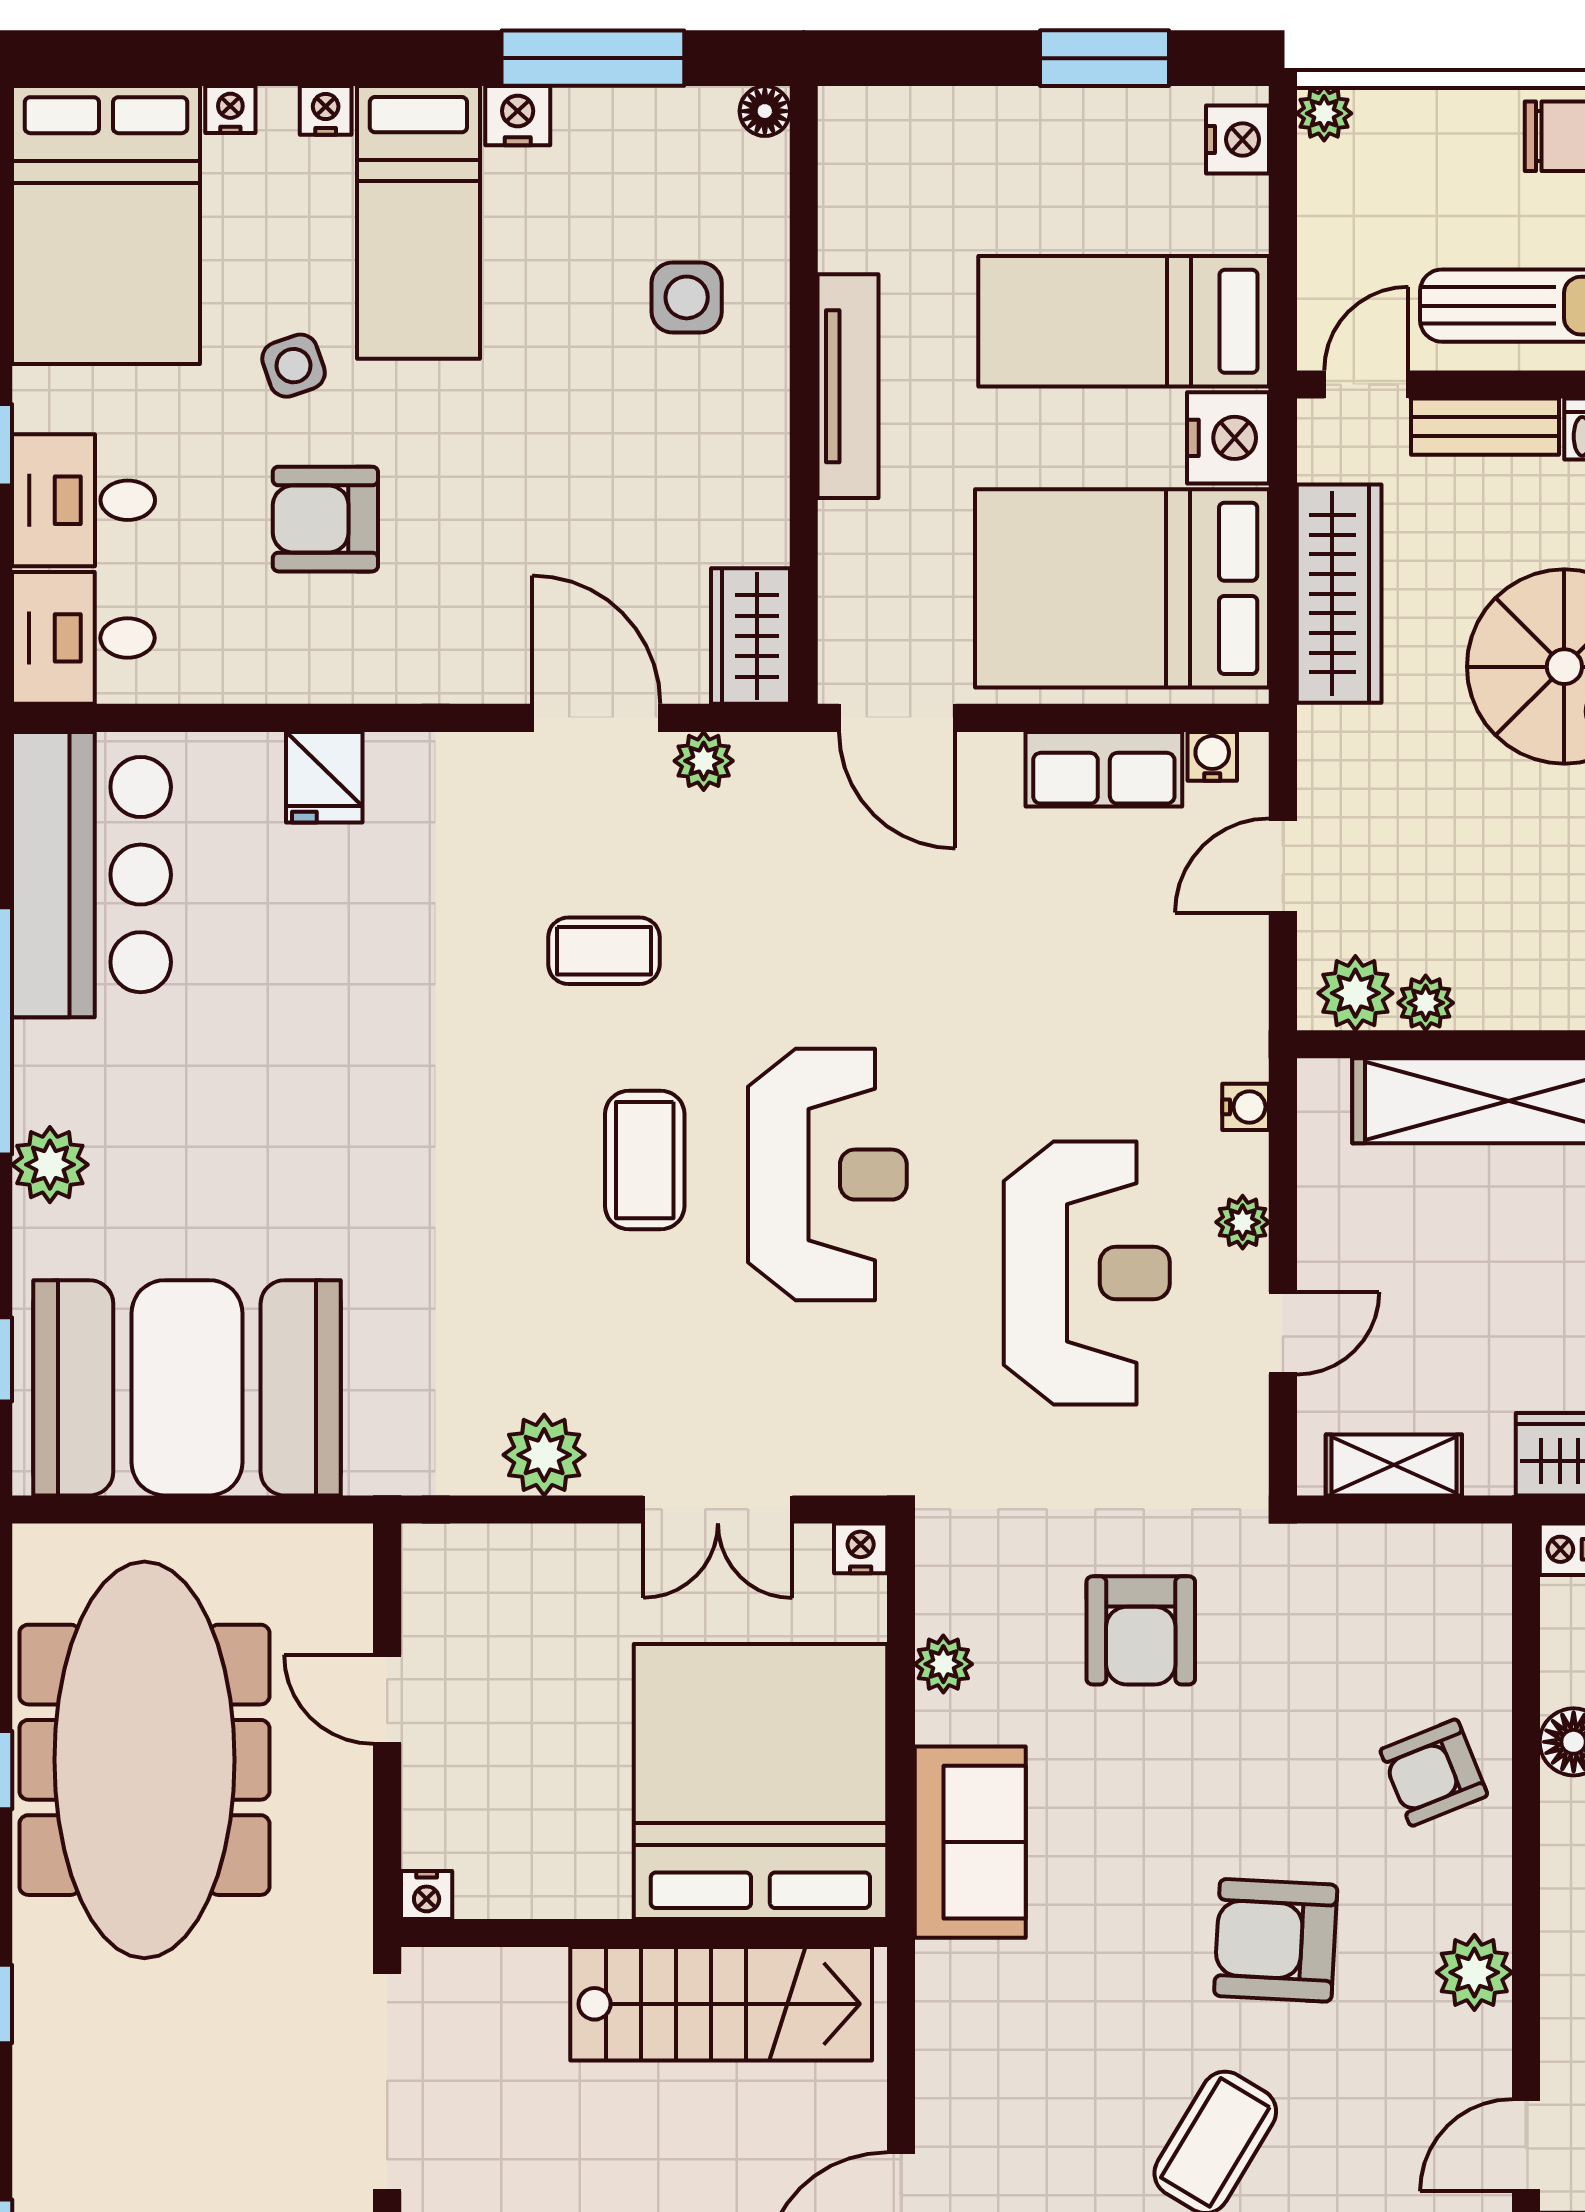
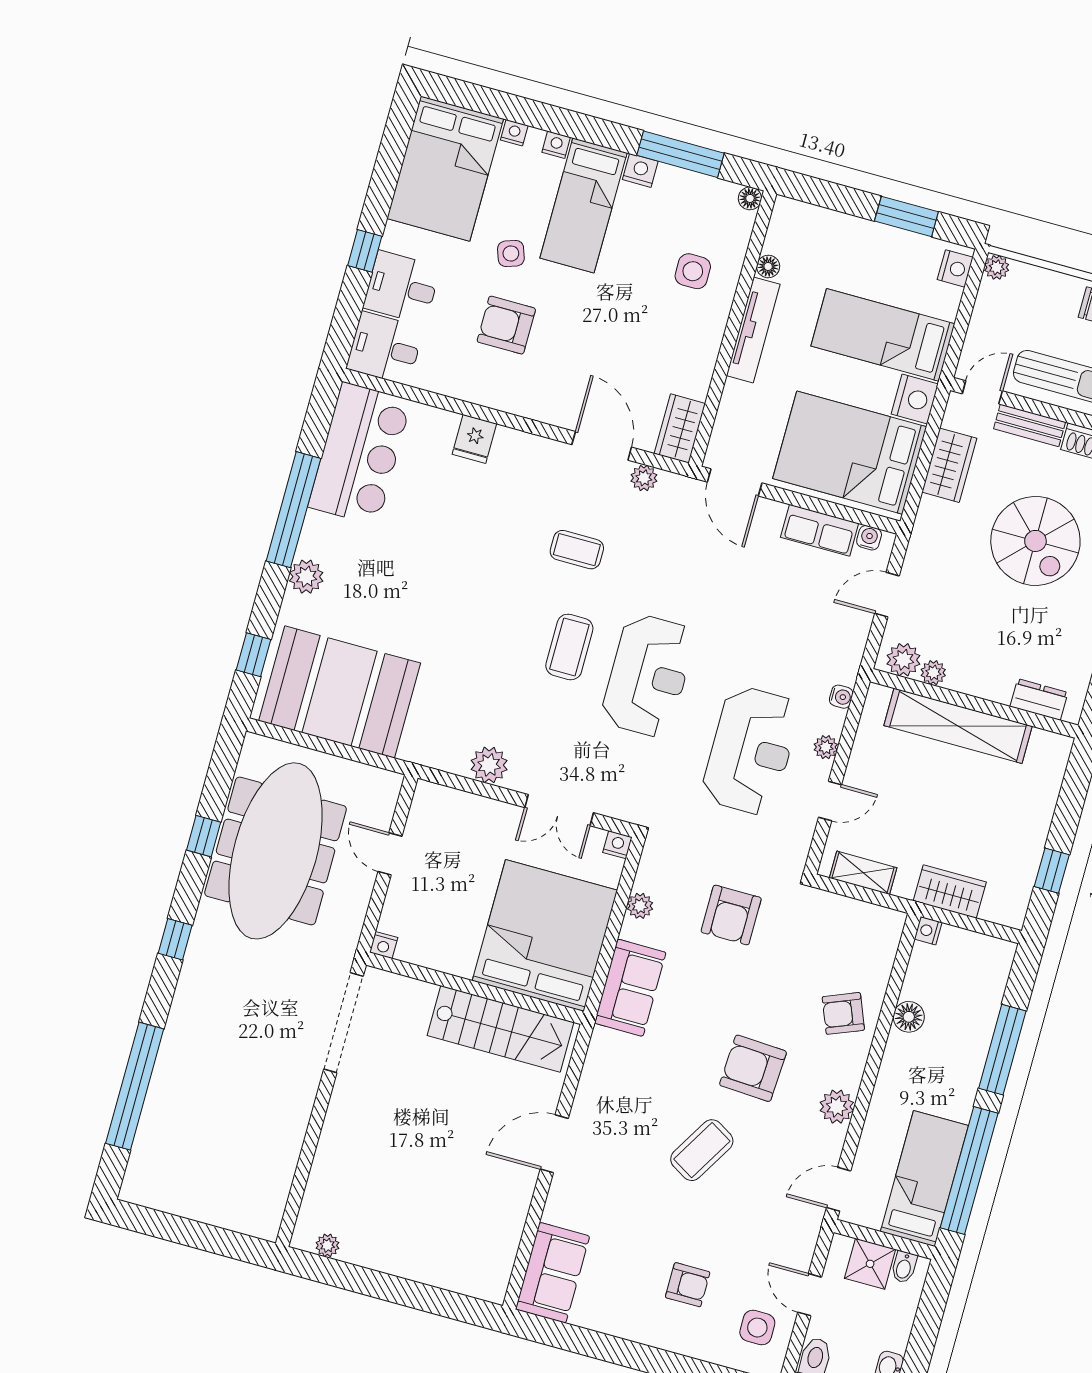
floor lamp: (843, 244) -> (768, 266), added
wardrobe: (1339, 594) -> (949, 465), width x0.67

